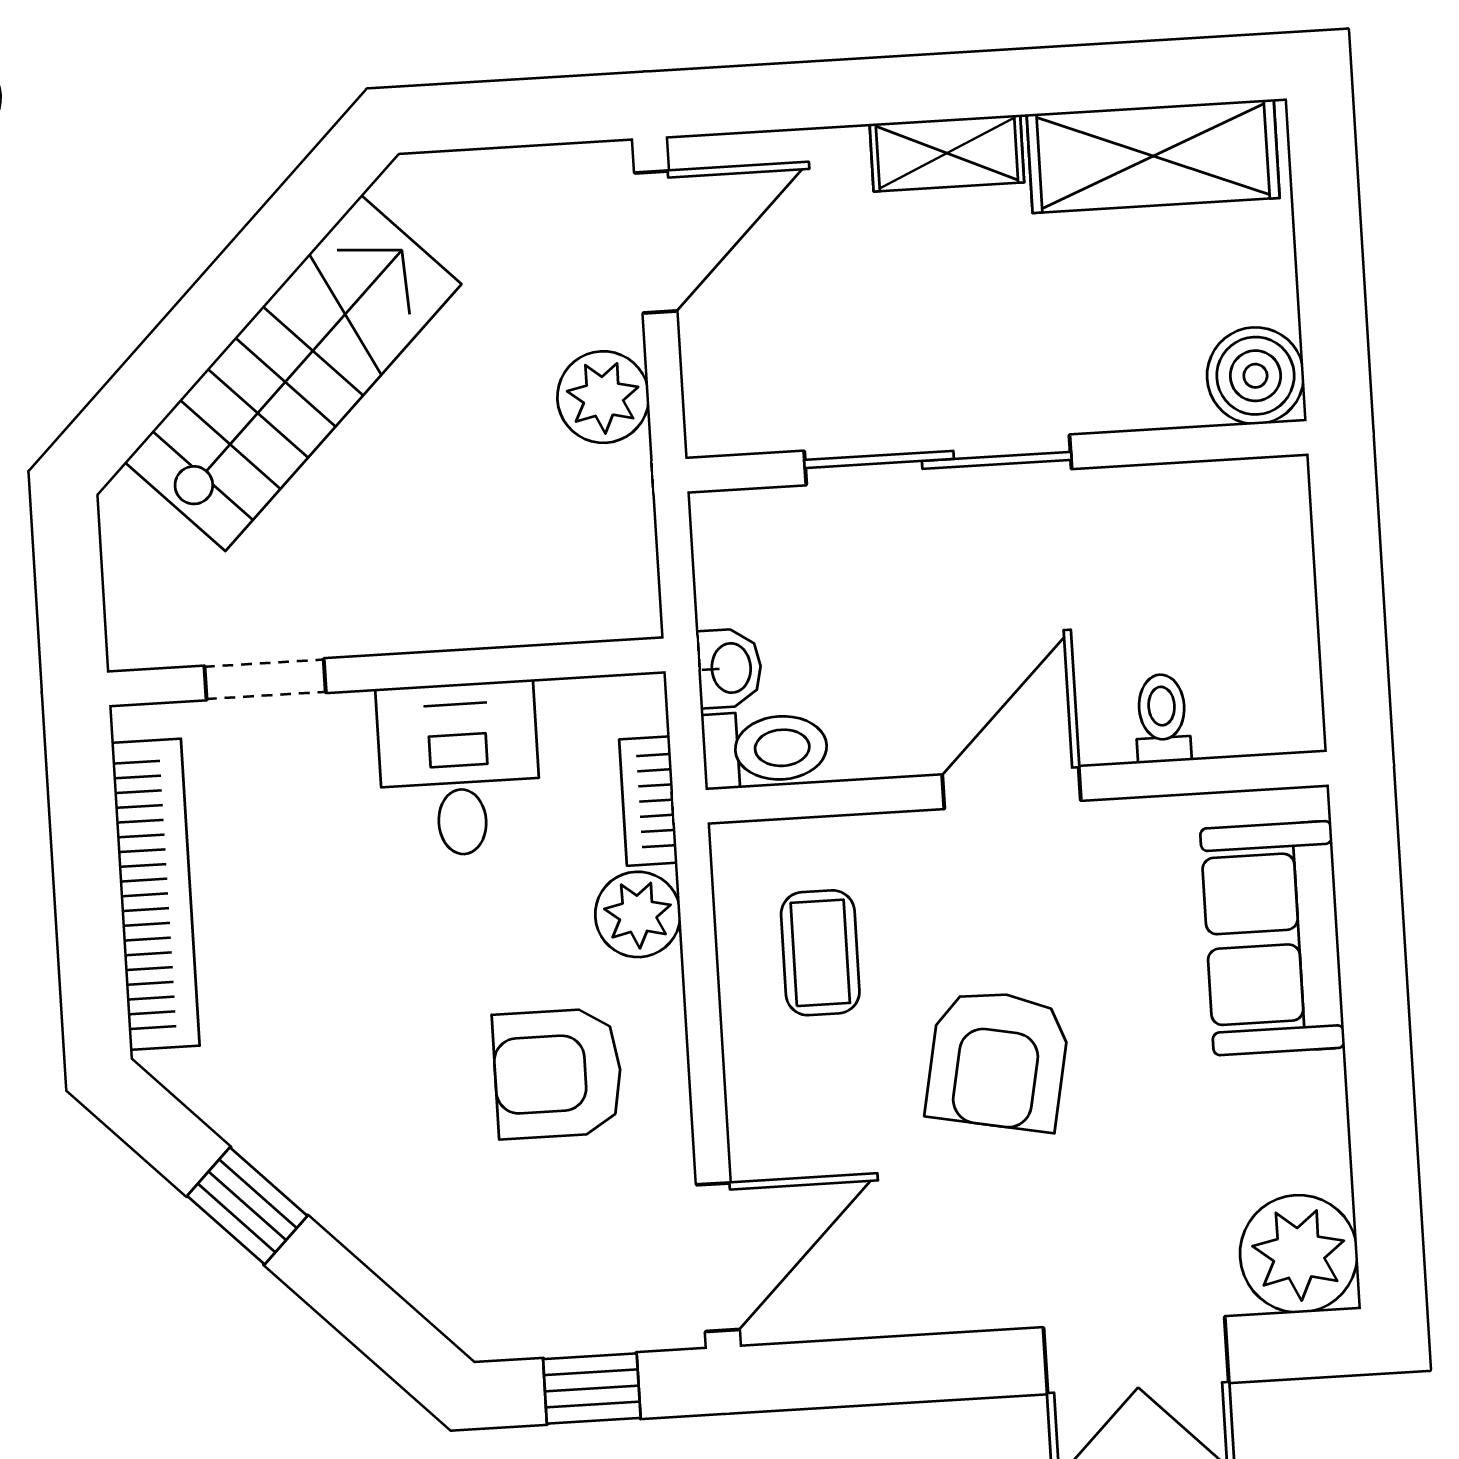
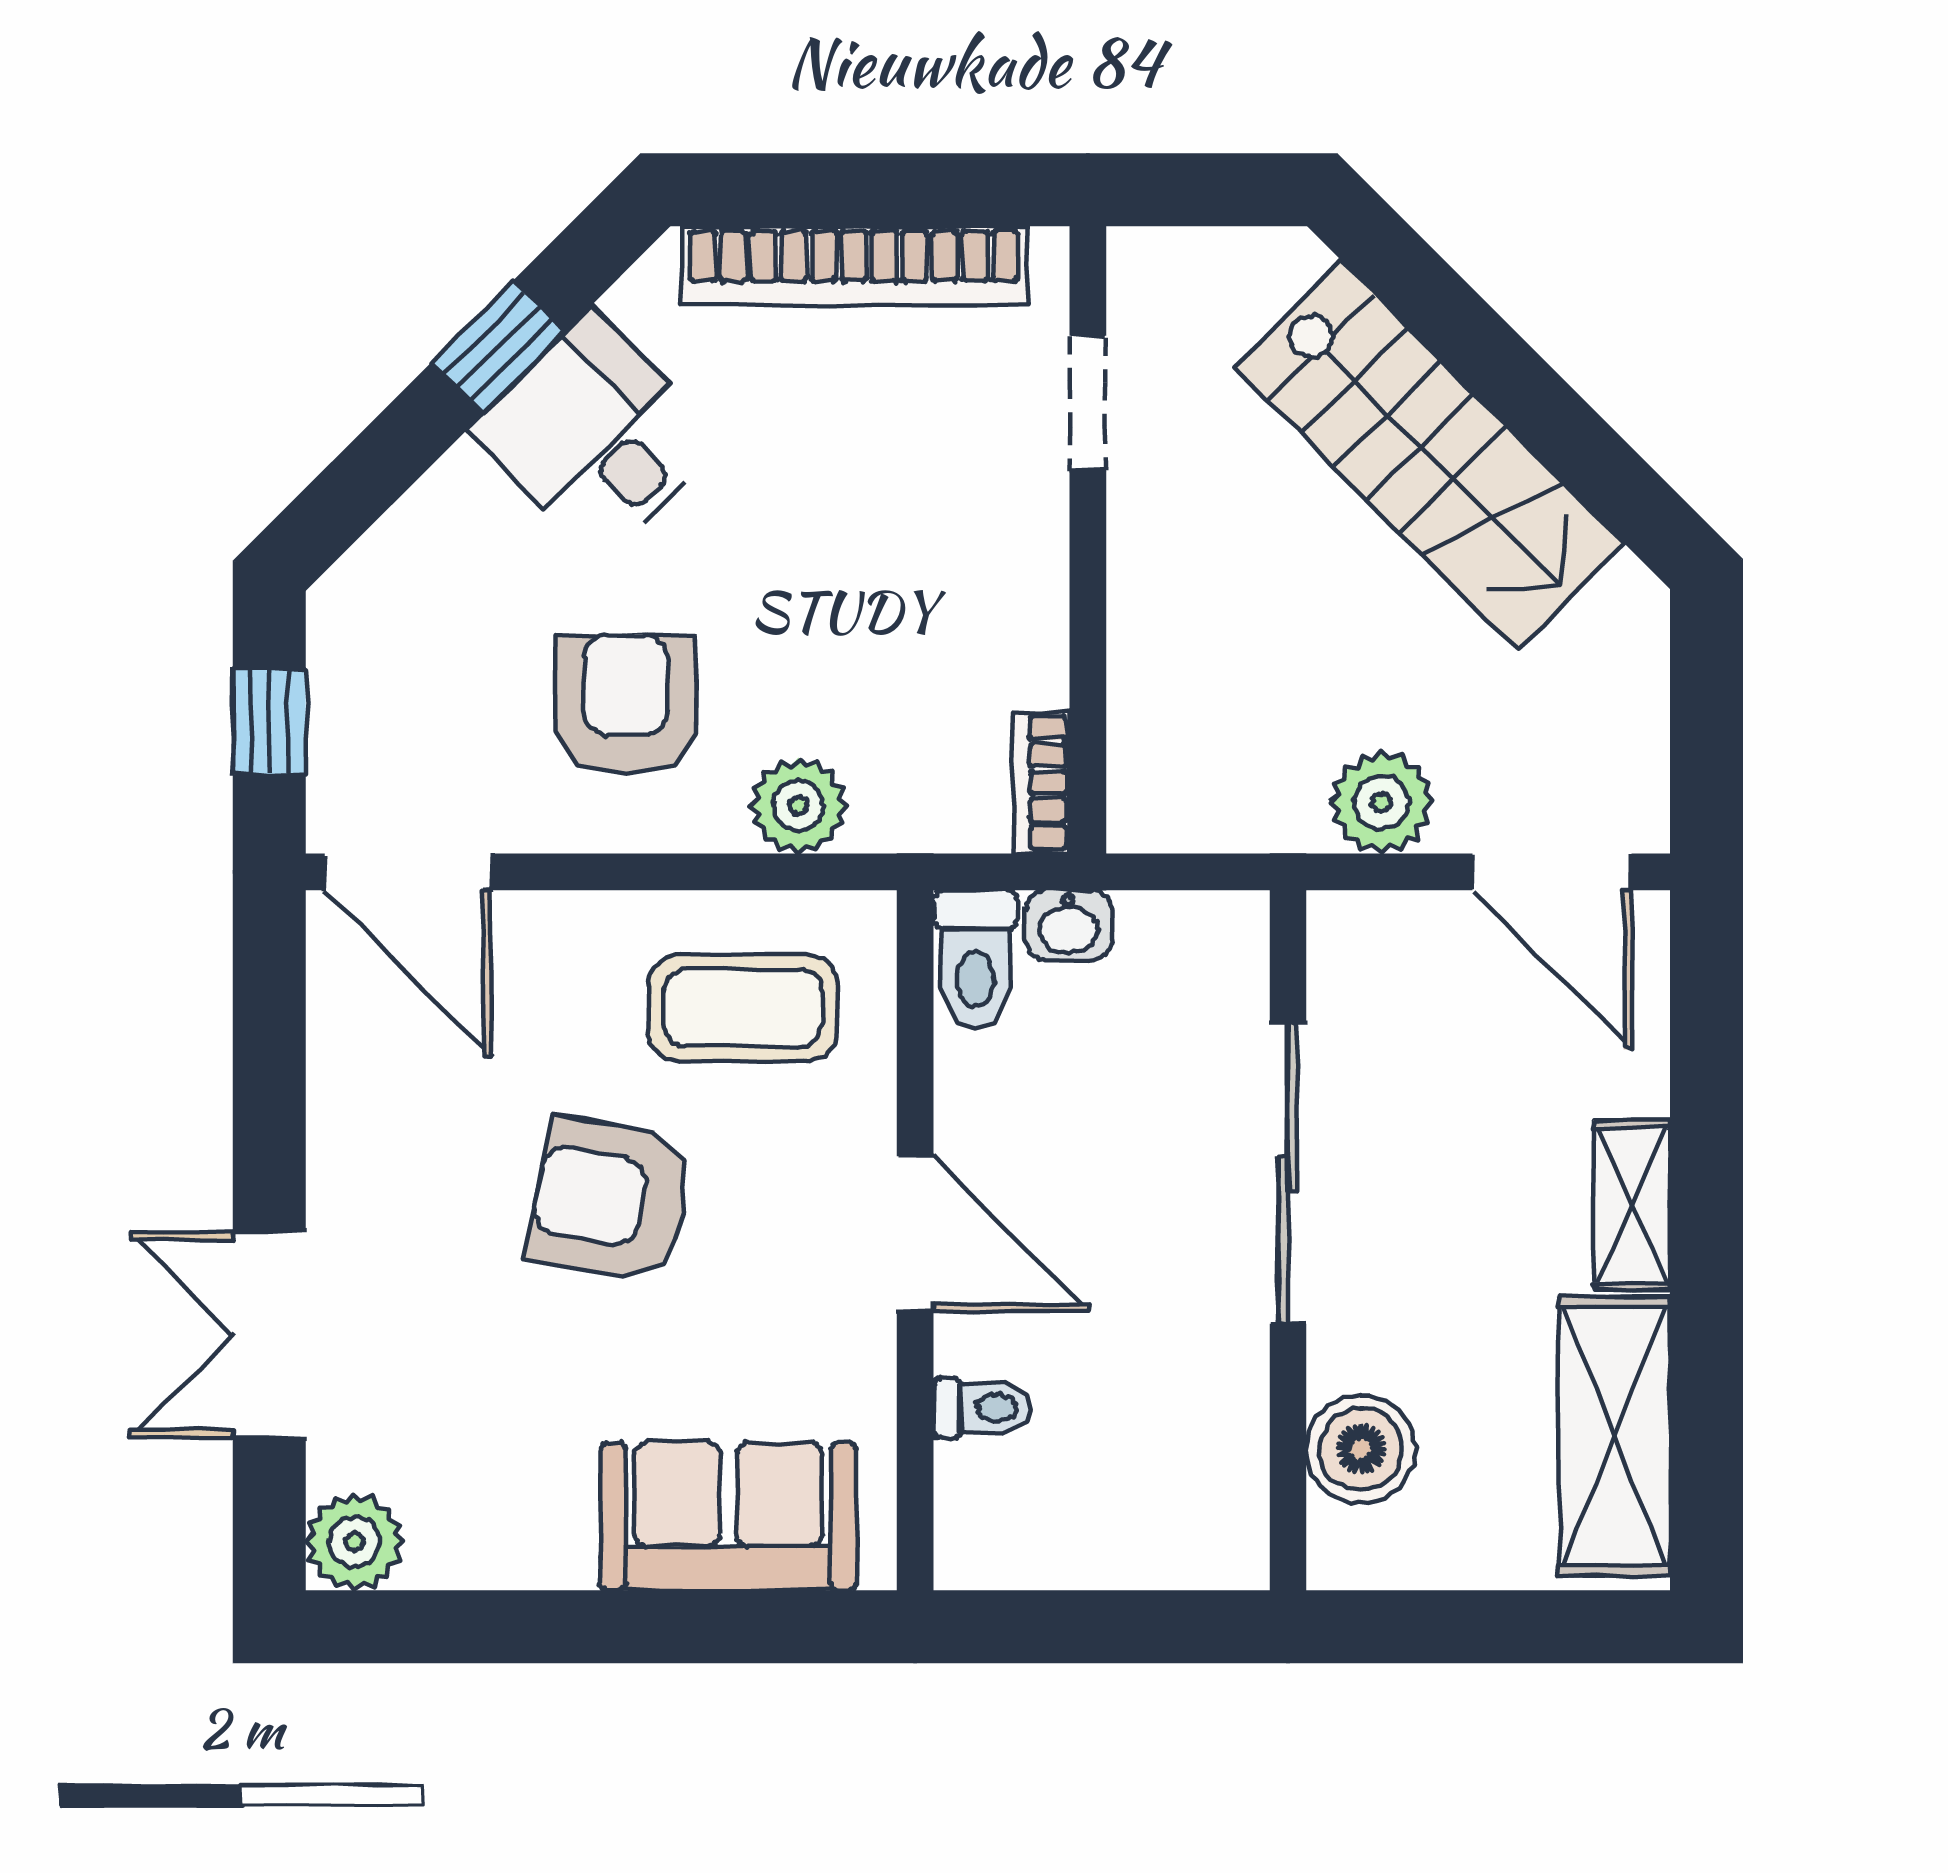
boiler: (1255, 376) -> (1361, 1449), moved
desk: (459, 769) -> (596, 436), moved, turned -135
bookcase: (648, 801) -> (1041, 782), moved, turned -90
coffee table: (820, 953) -> (743, 1008), width x1.36, depth x1.30
plant: (1299, 1254) -> (354, 1542), width x0.73, depth x0.73

